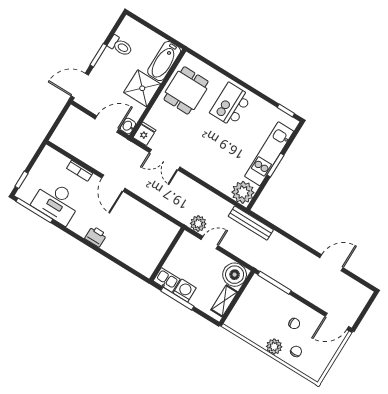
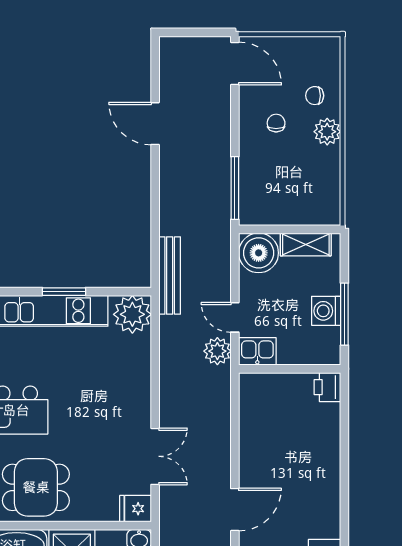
printer: (96, 237) -> (327, 387), moved
kitchen sink: (167, 280) -> (257, 351), moved, turned 90

